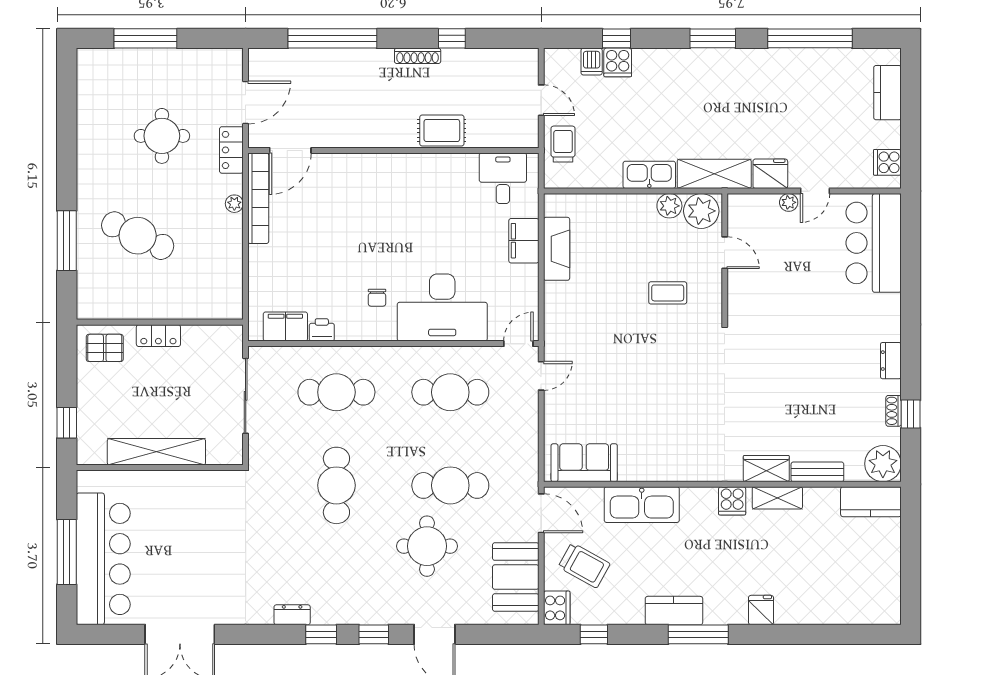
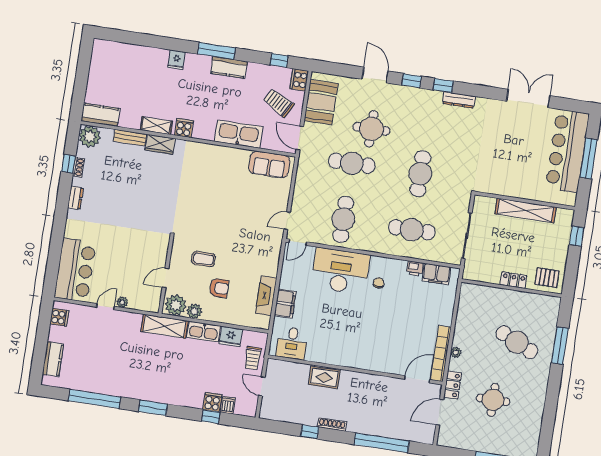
fridge: (770, 174) -> (231, 336), moved
armchair: (635, 250) -> (219, 288), added
door: (725, 253) -> (165, 278), hinge flipped
cafe table: (450, 392) -> (343, 219), turned 90
dresser: (292, 615) -> (459, 100), width x1.44

